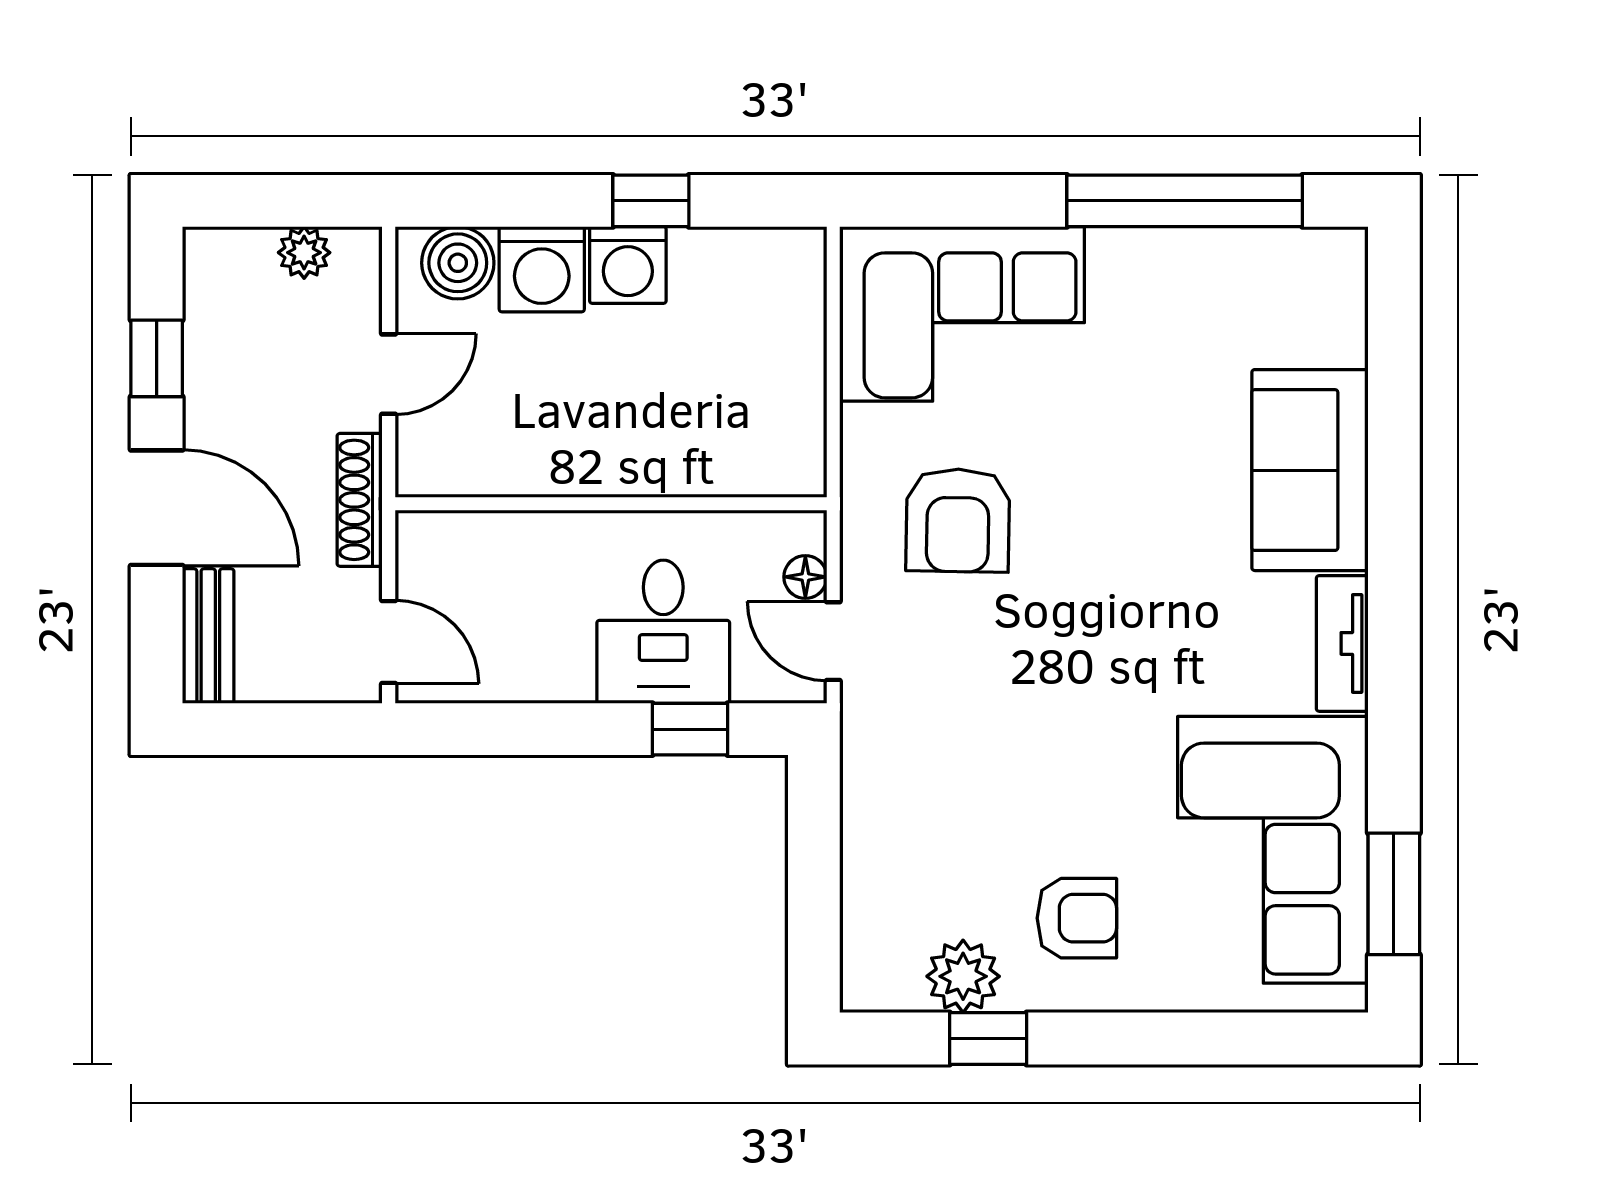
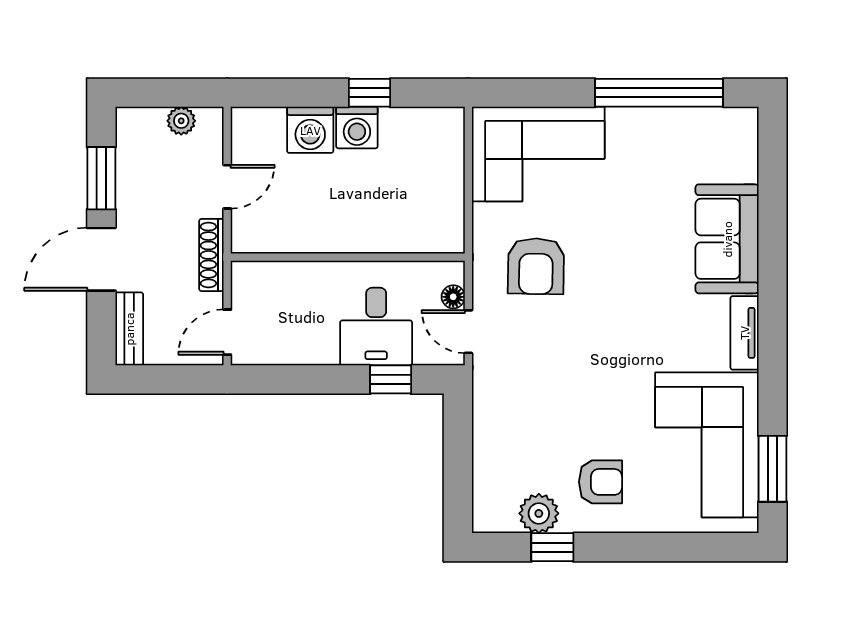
boiler: (458, 263) -> (265, 126), removed
window: (157, 358) -> (101, 178), width x1.50
door: (157, 508) -> (101, 259), swing flipped
door: (389, 642) -> (227, 332), swing flipped

